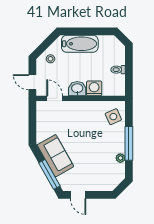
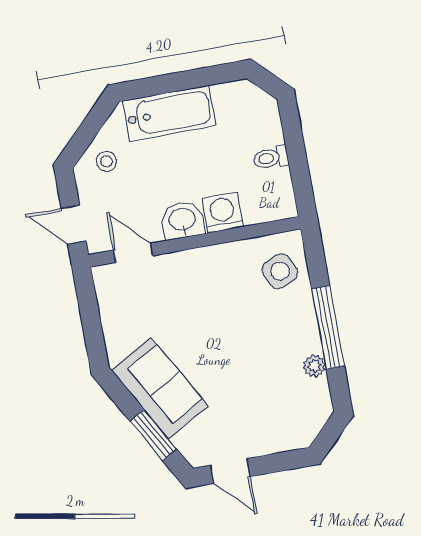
window: (49, 174) -> (153, 435), width x0.69

